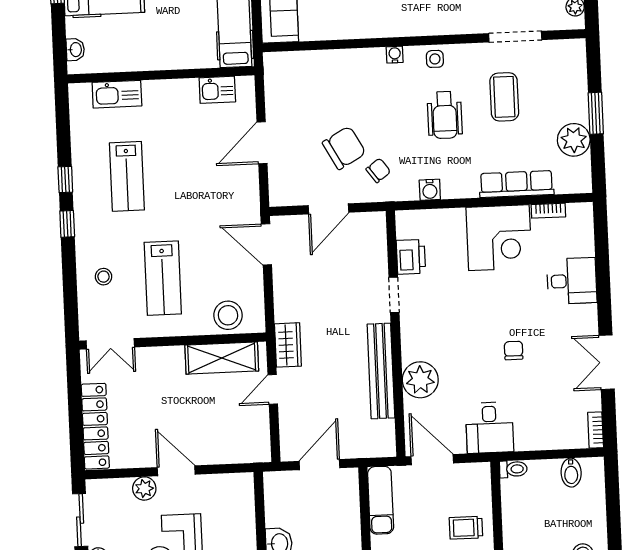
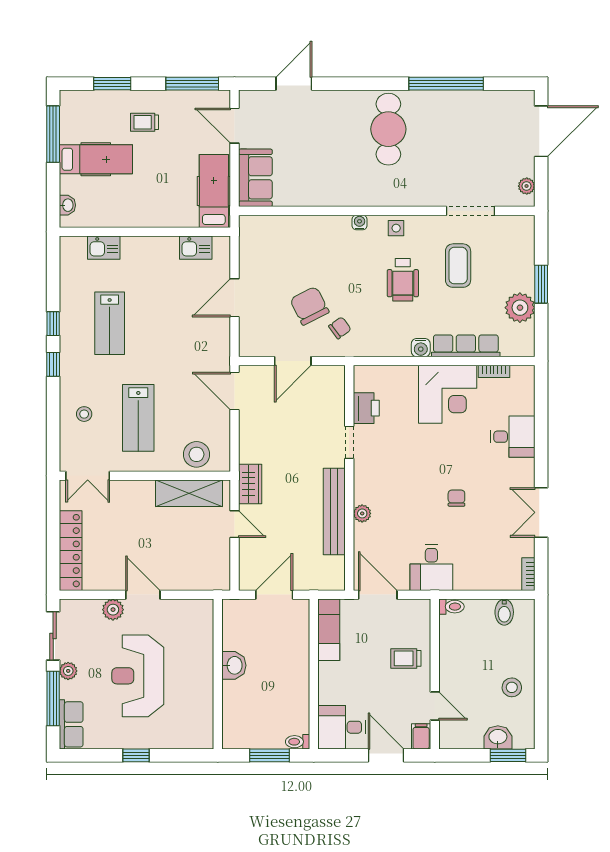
kitchen sink: (117, 94) -> (104, 248), width x0.73
chair: (344, 148) -> (309, 306), turned -88
water cooler: (430, 190) -> (421, 348), moved
plant: (420, 380) -> (362, 513), width x0.53, depth x0.53
door: (273, 389) -> (235, 524), swing flipped

